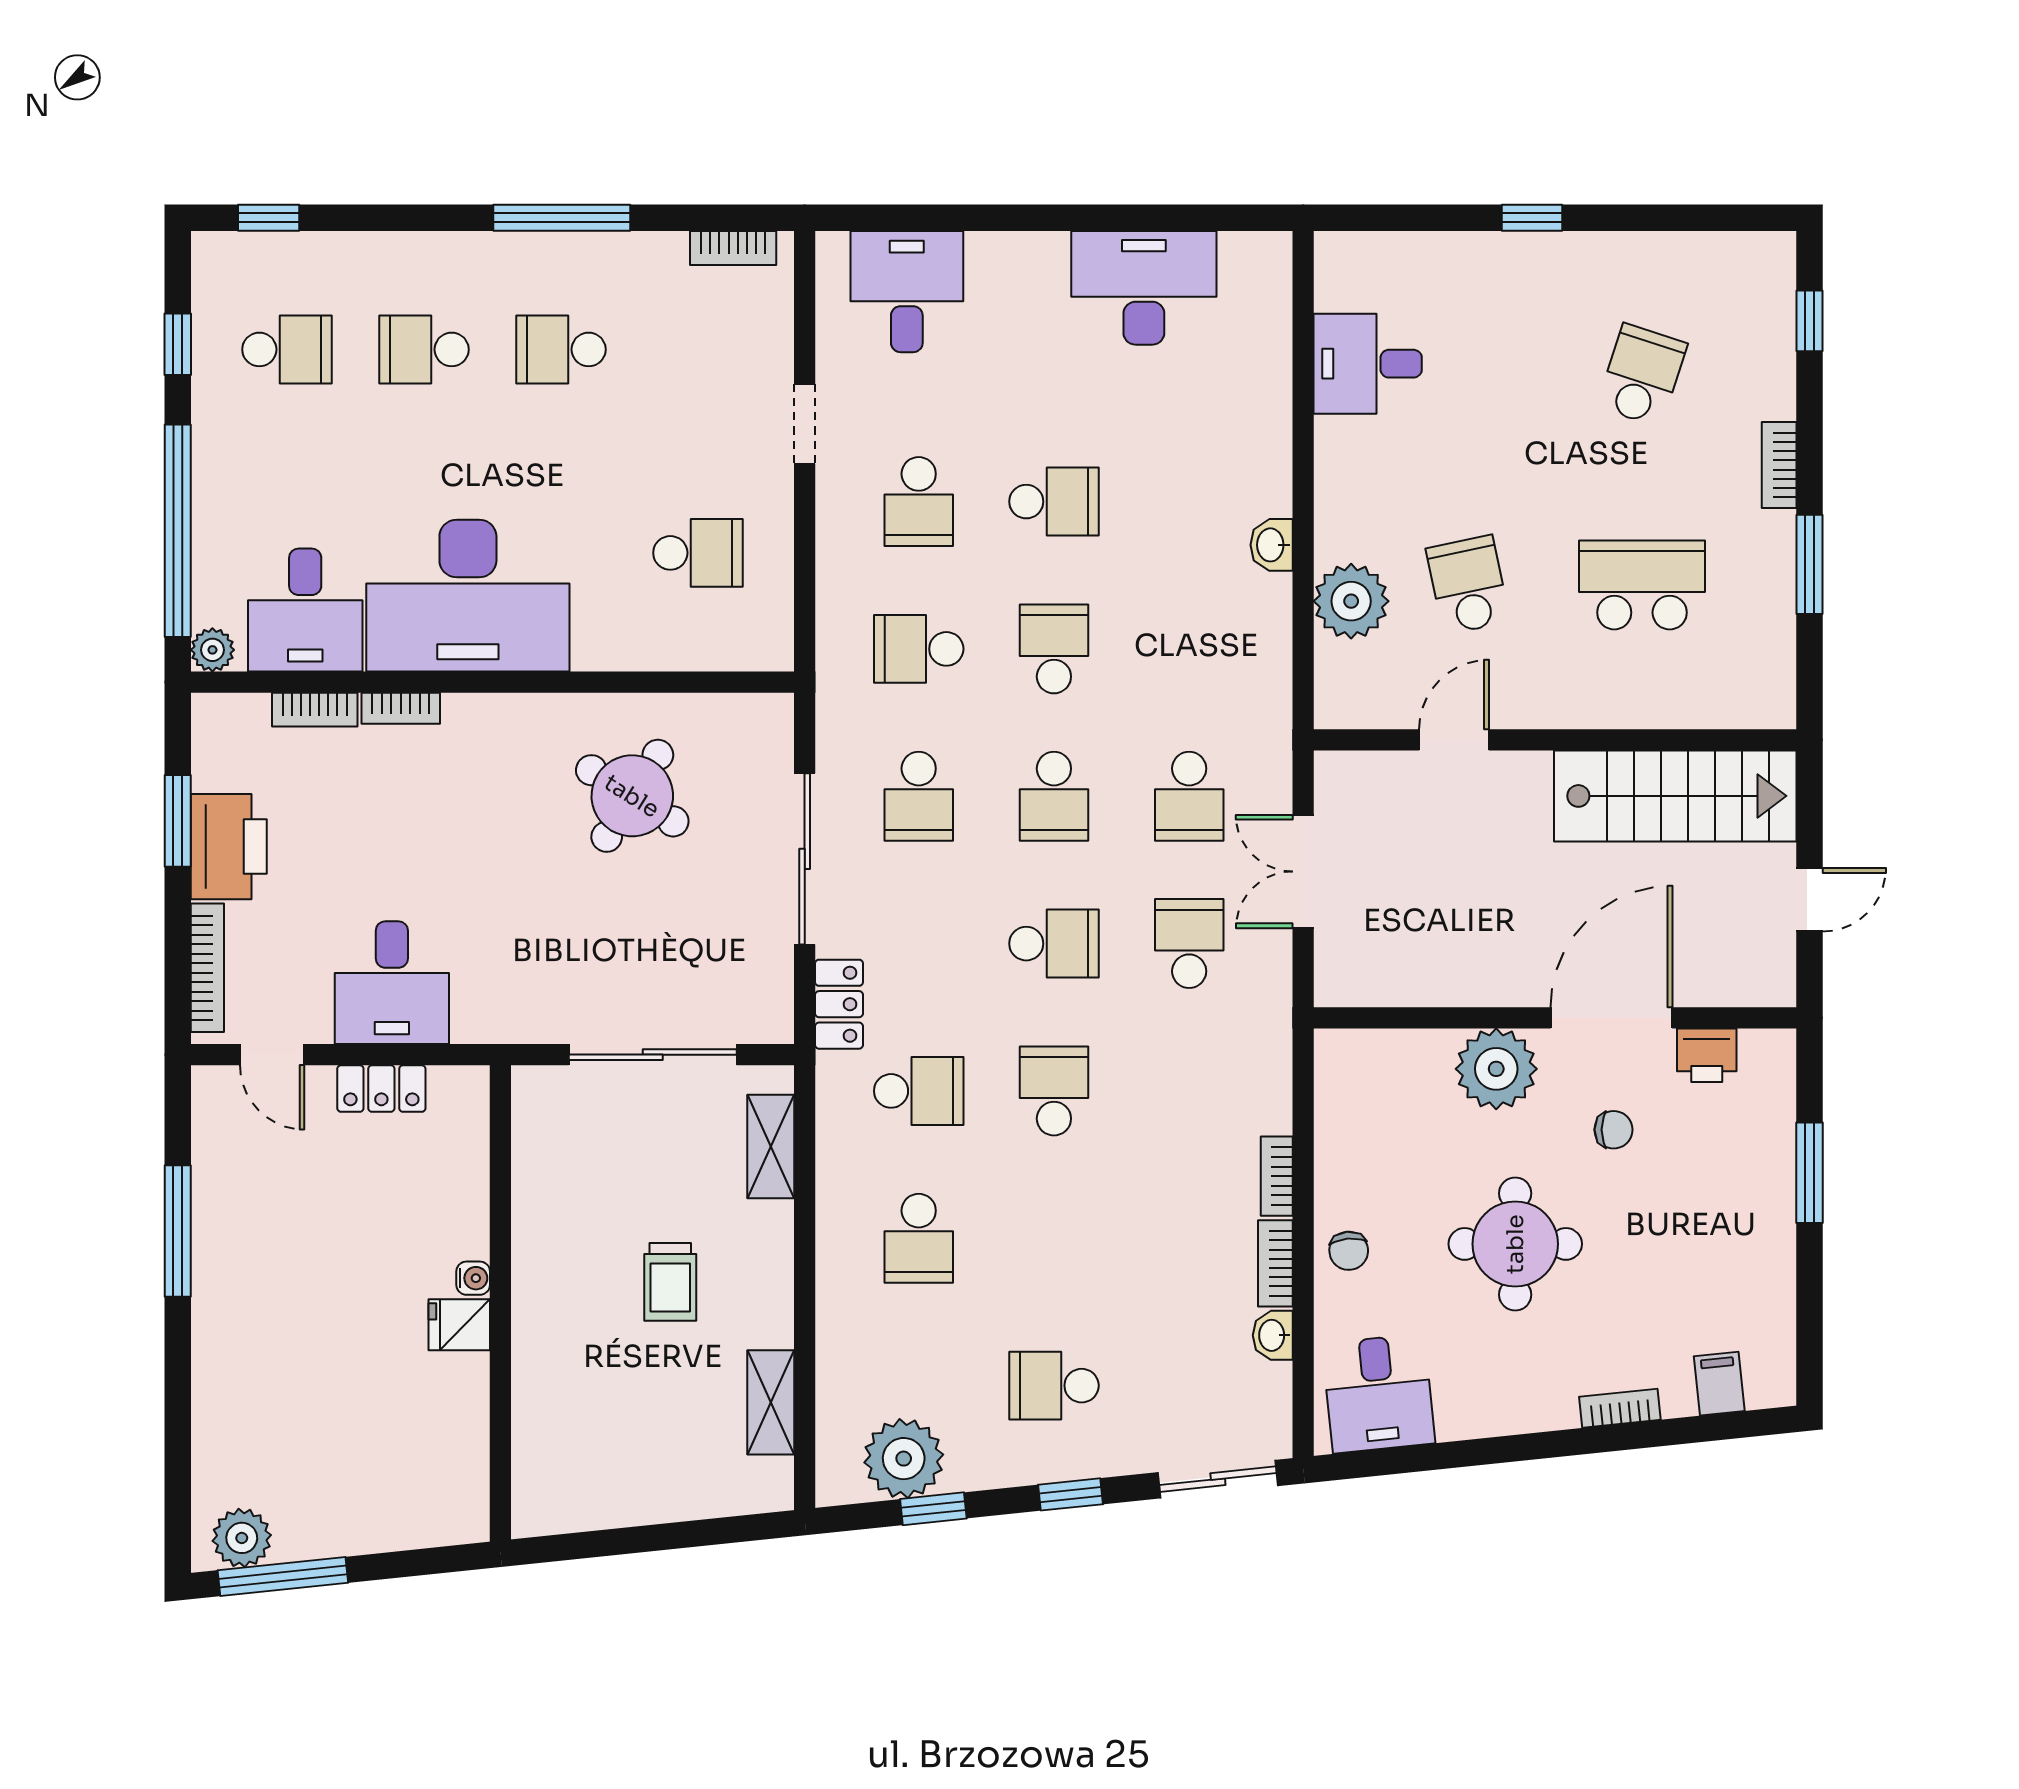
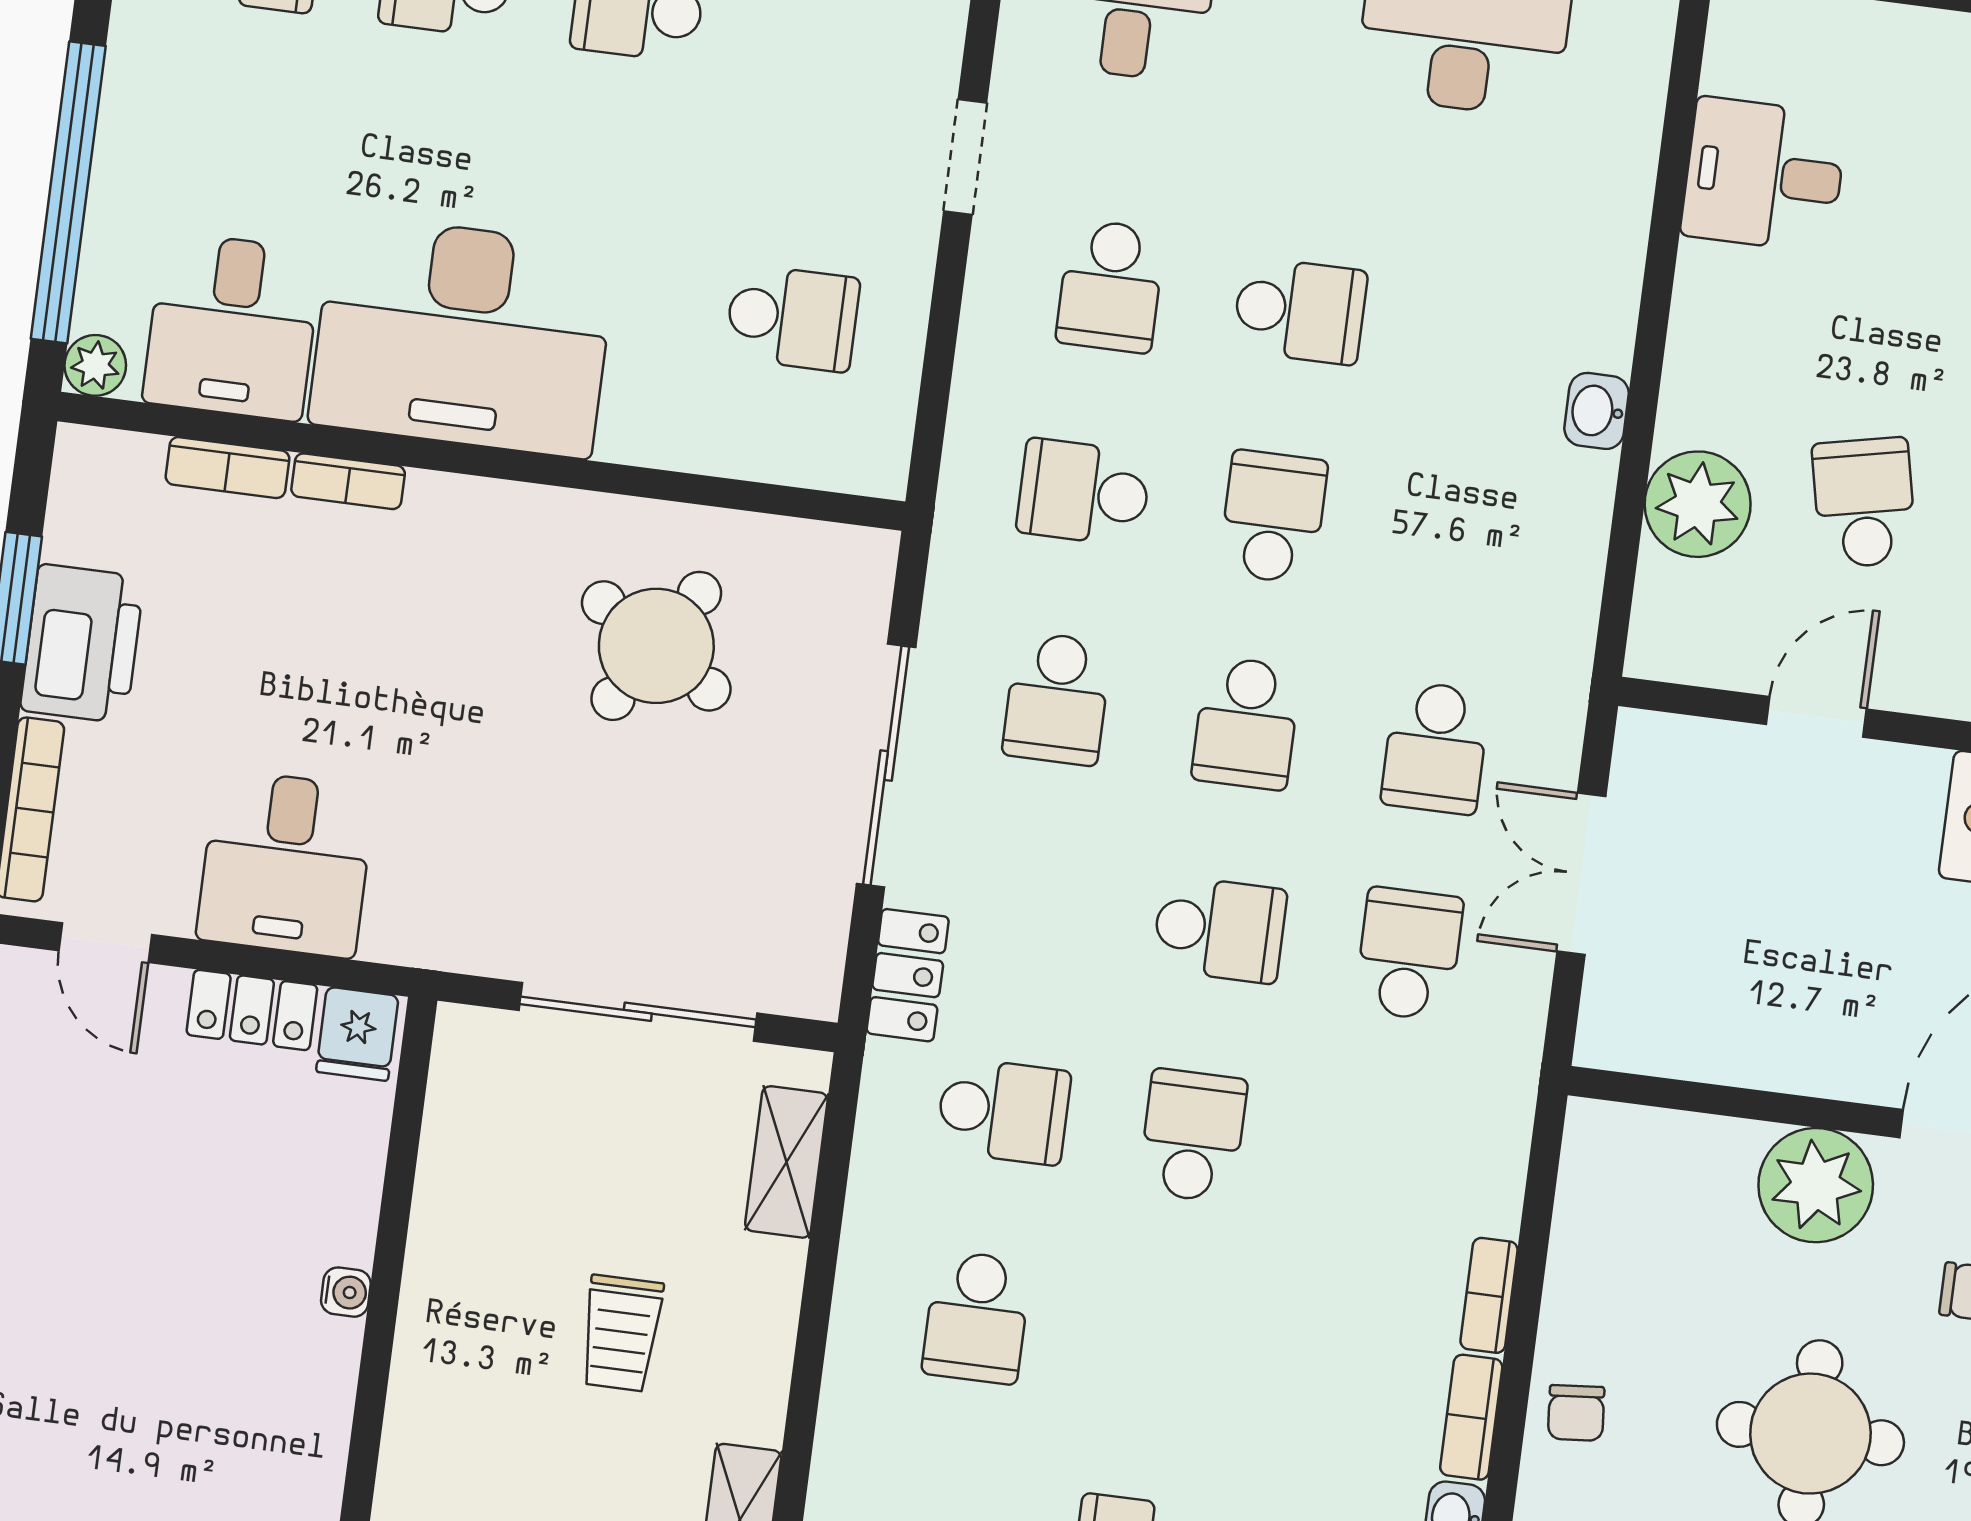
fridge: (459, 1325) -> (357, 1034), moved, turned -90

